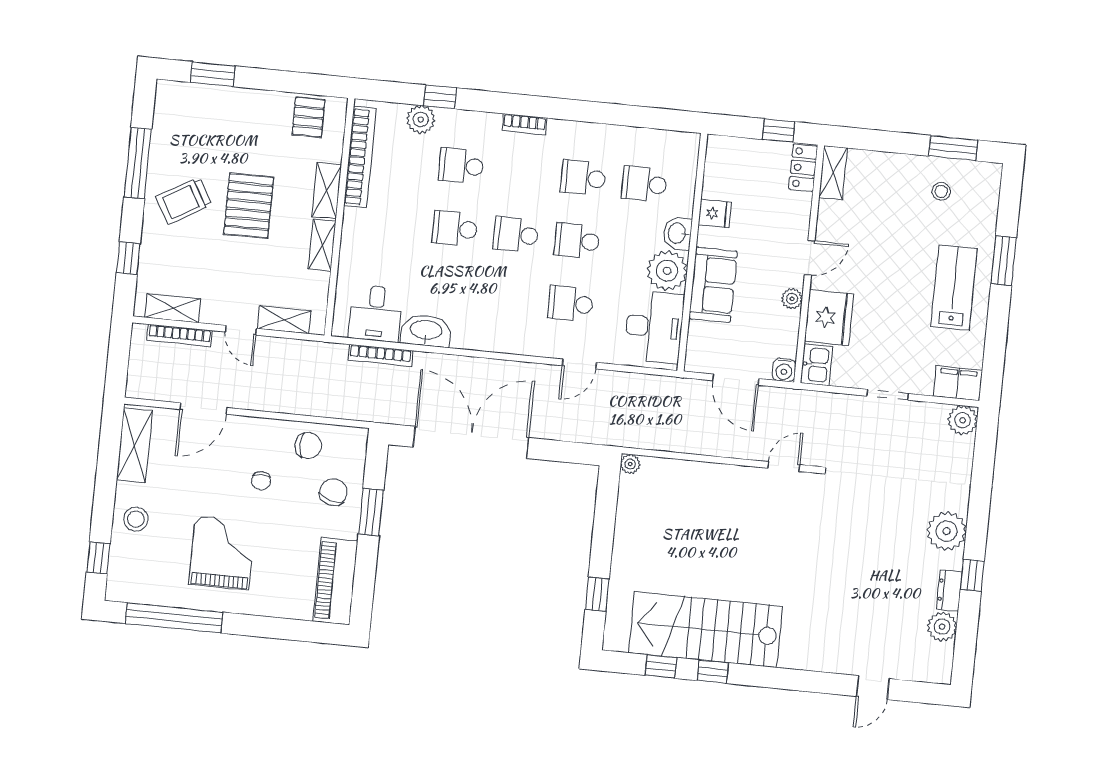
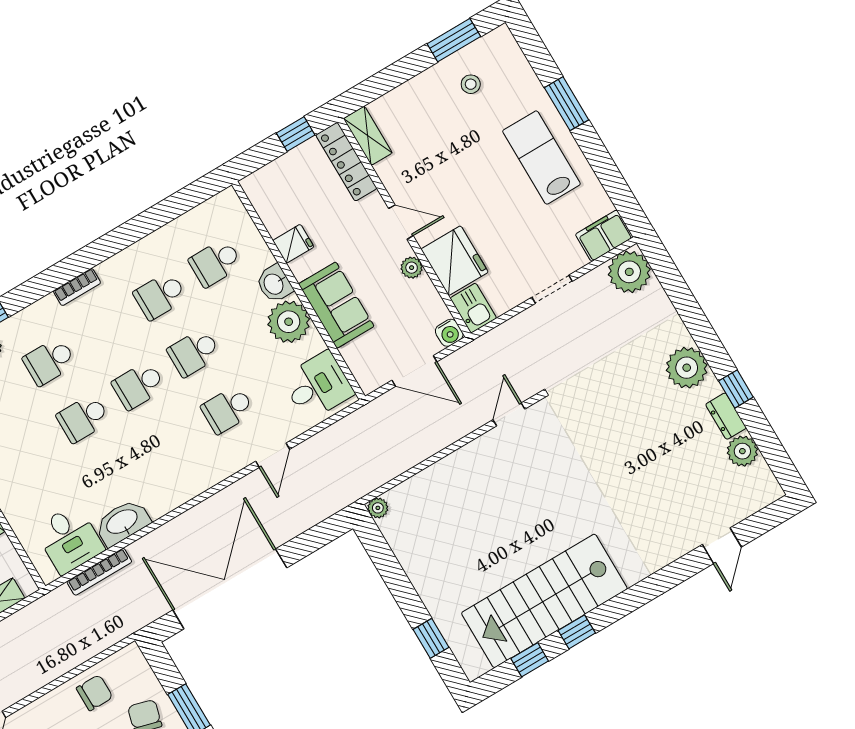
locker: (803, 168) -> (346, 162), width x1.53
door: (810, 258) -> (401, 222), hinge flipped
desk: (654, 327) -> (318, 386), width x0.73
plant: (963, 420) -> (629, 272), width x1.36, depth x1.36

